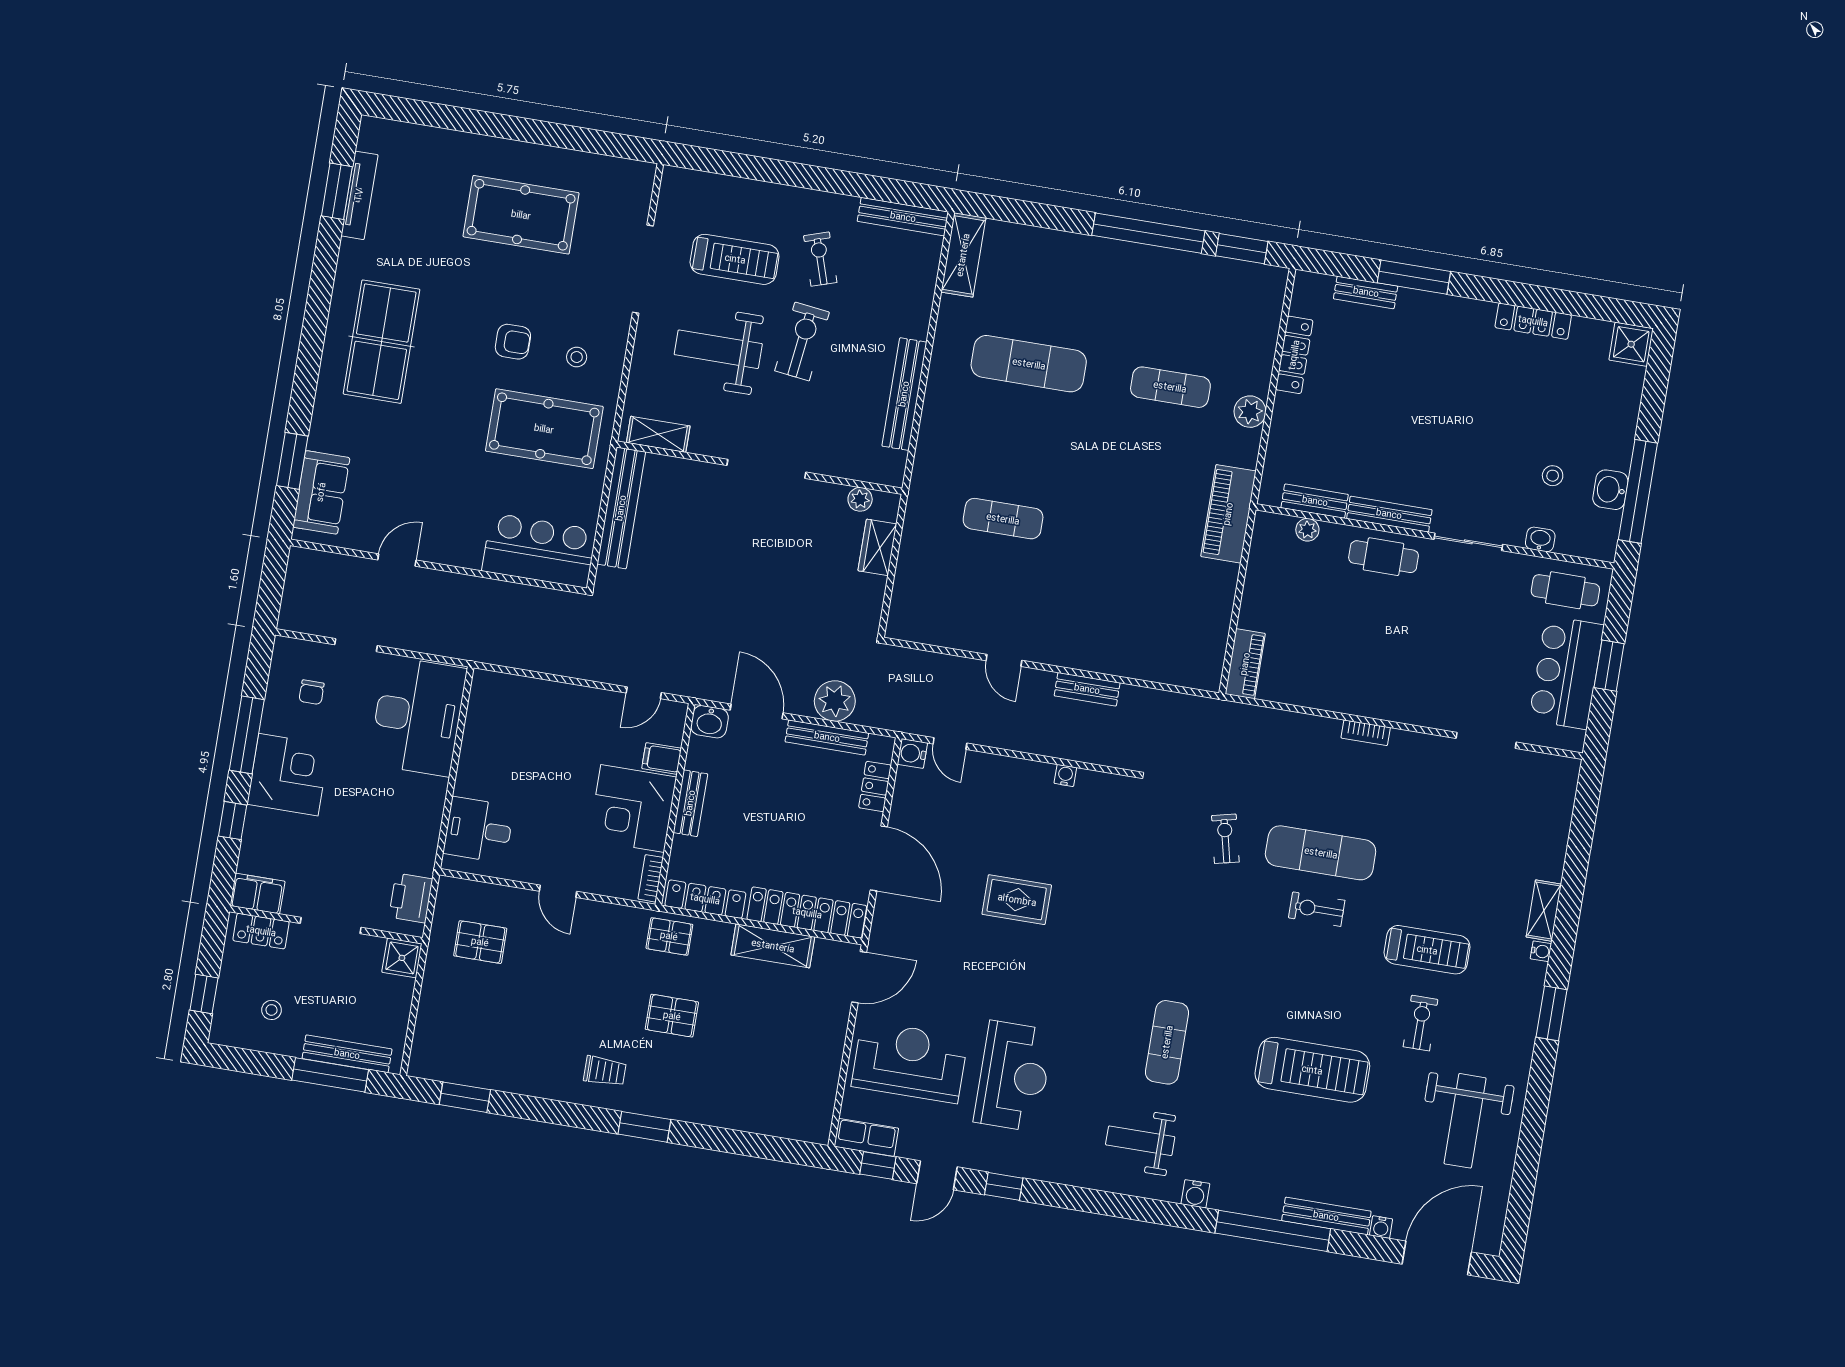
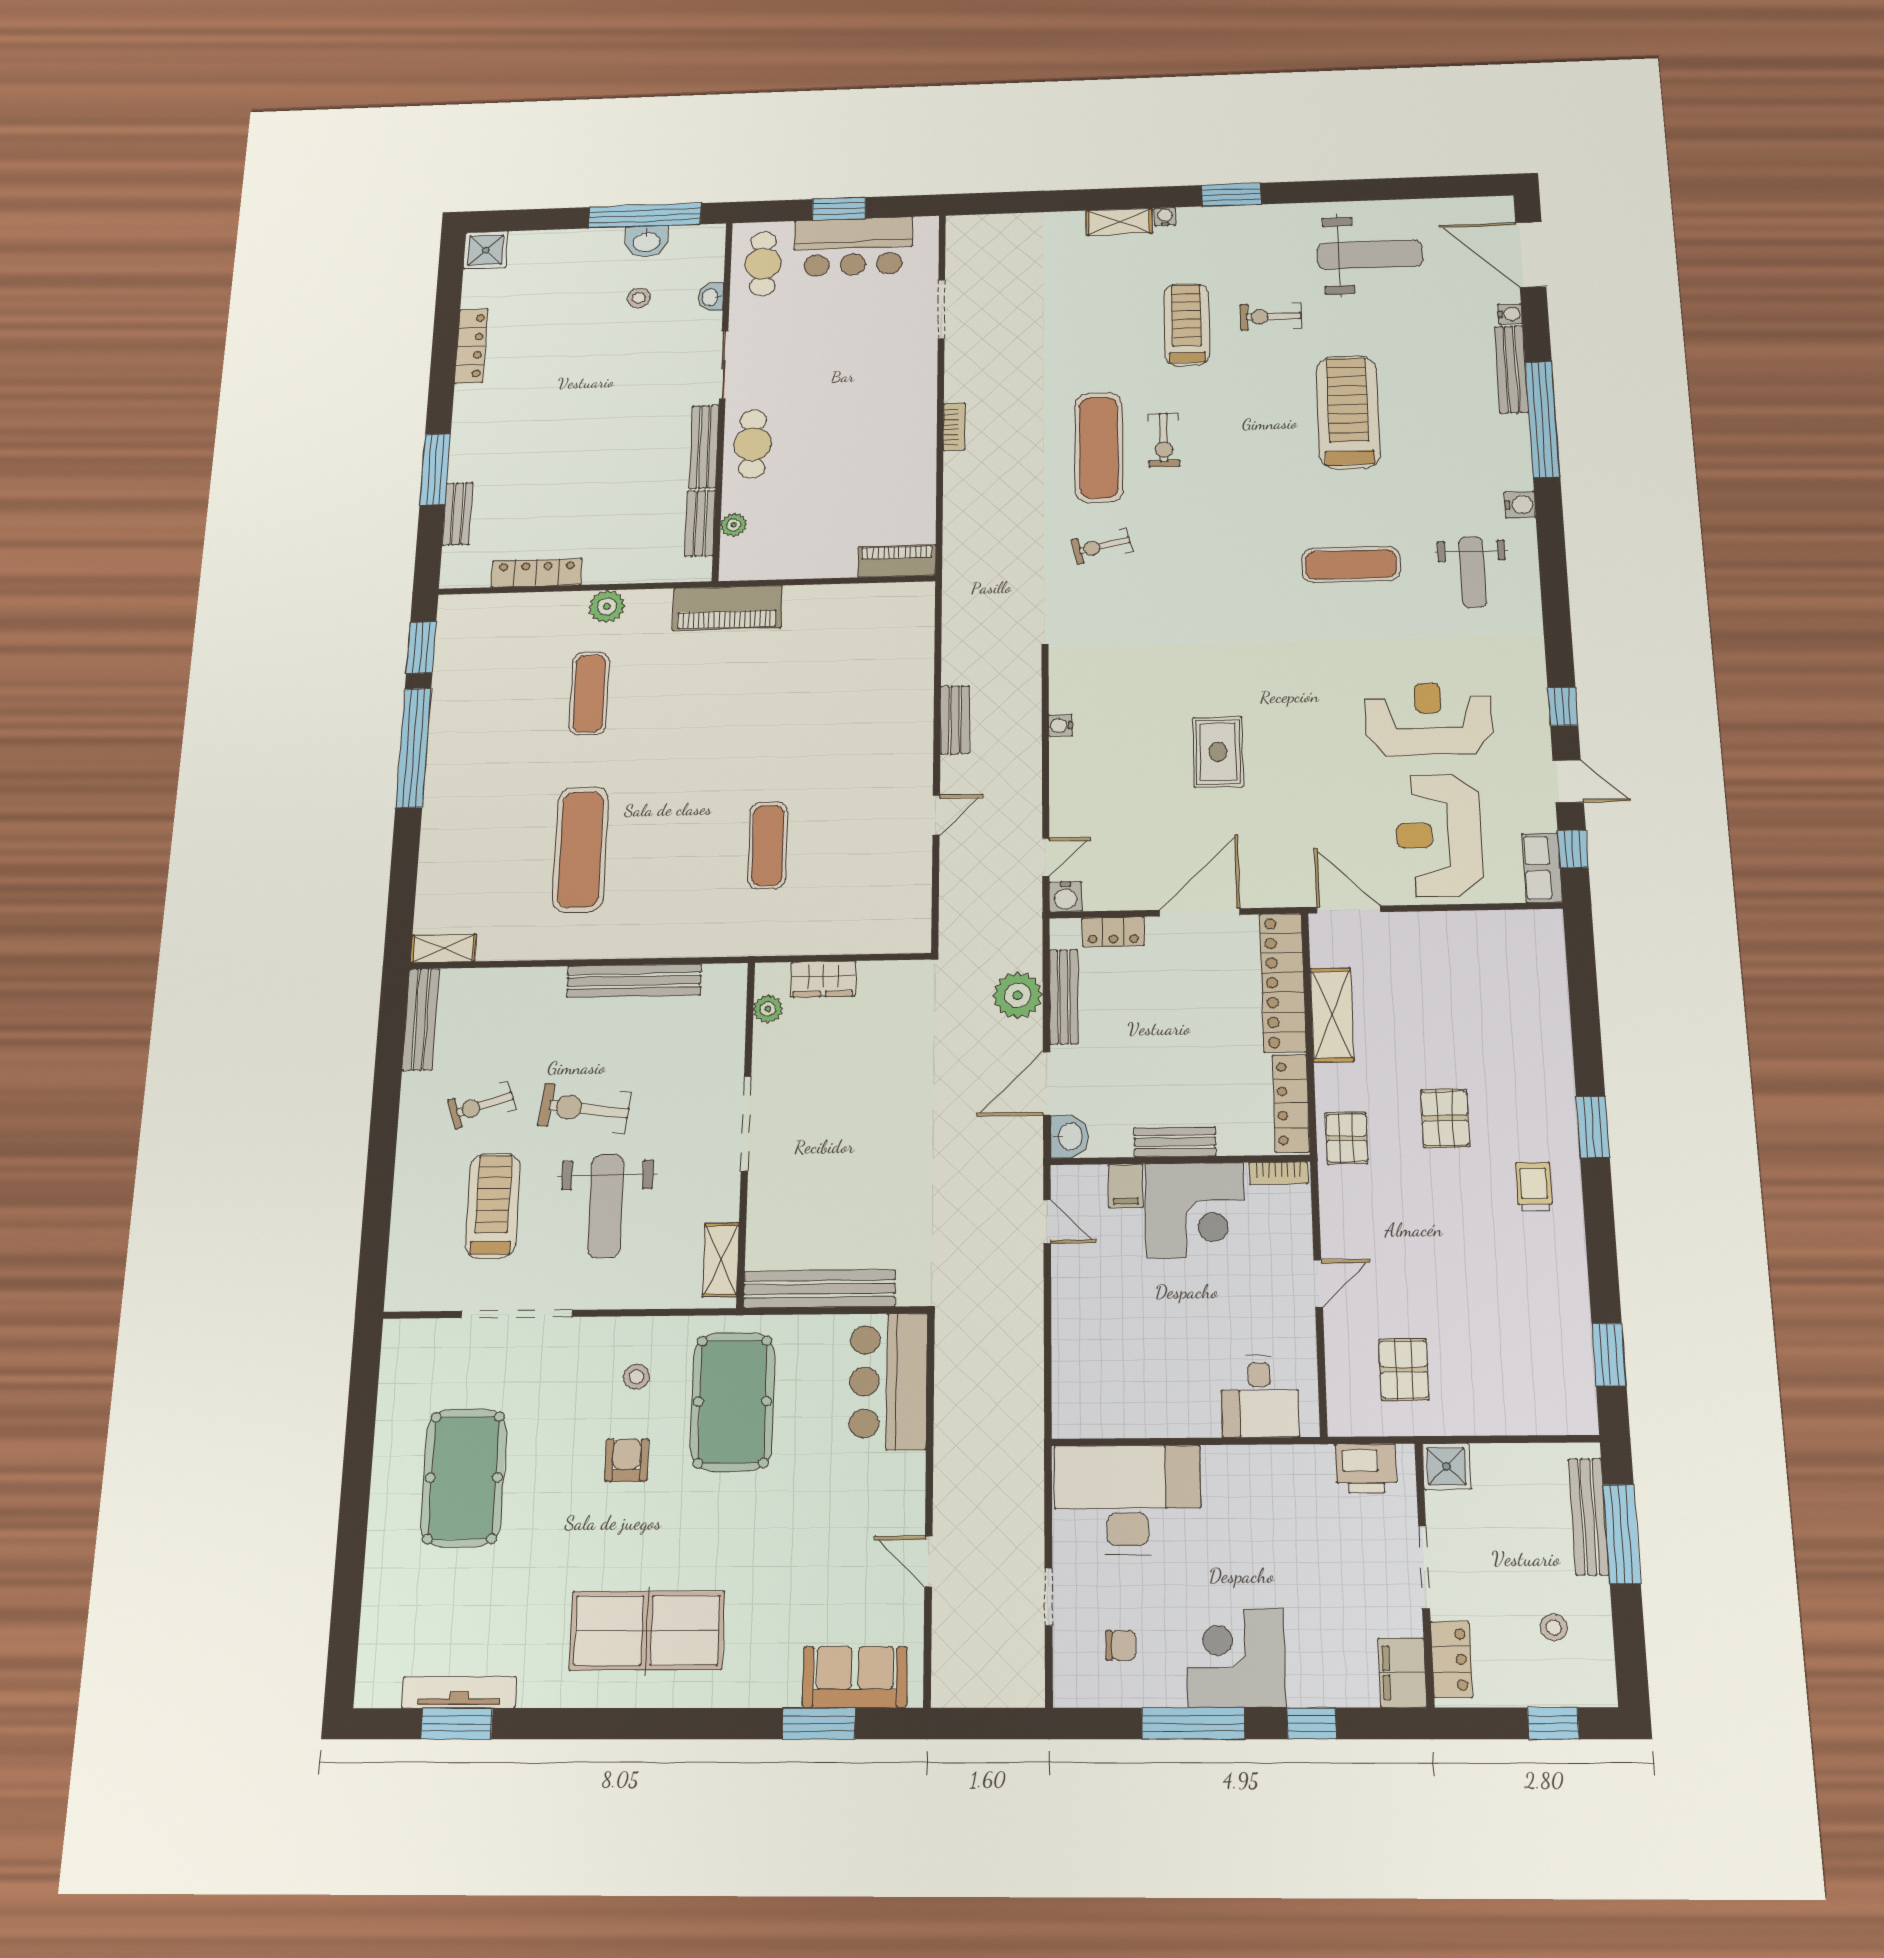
shelving: (963, 255) -> (443, 948), width x0.67, depth x0.75

